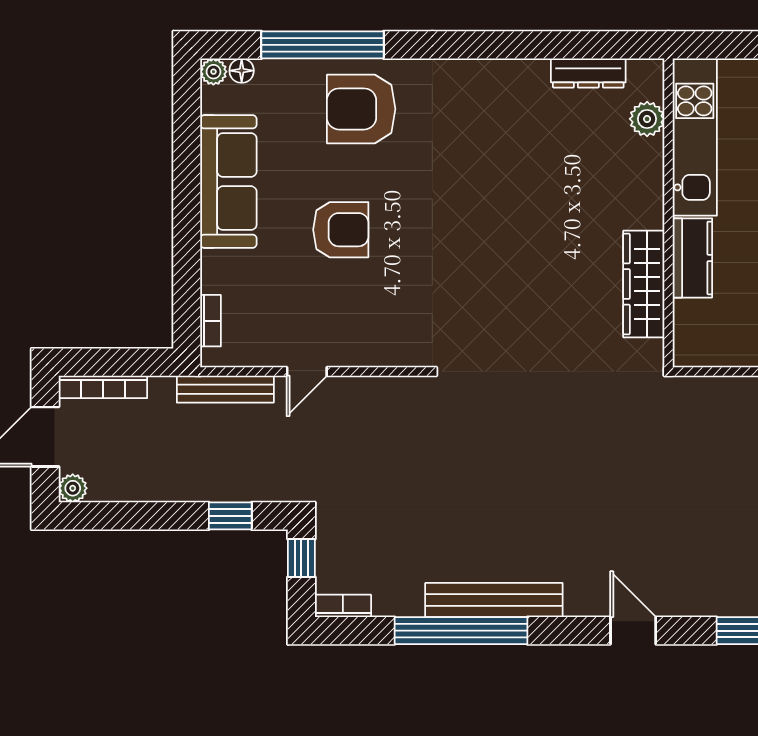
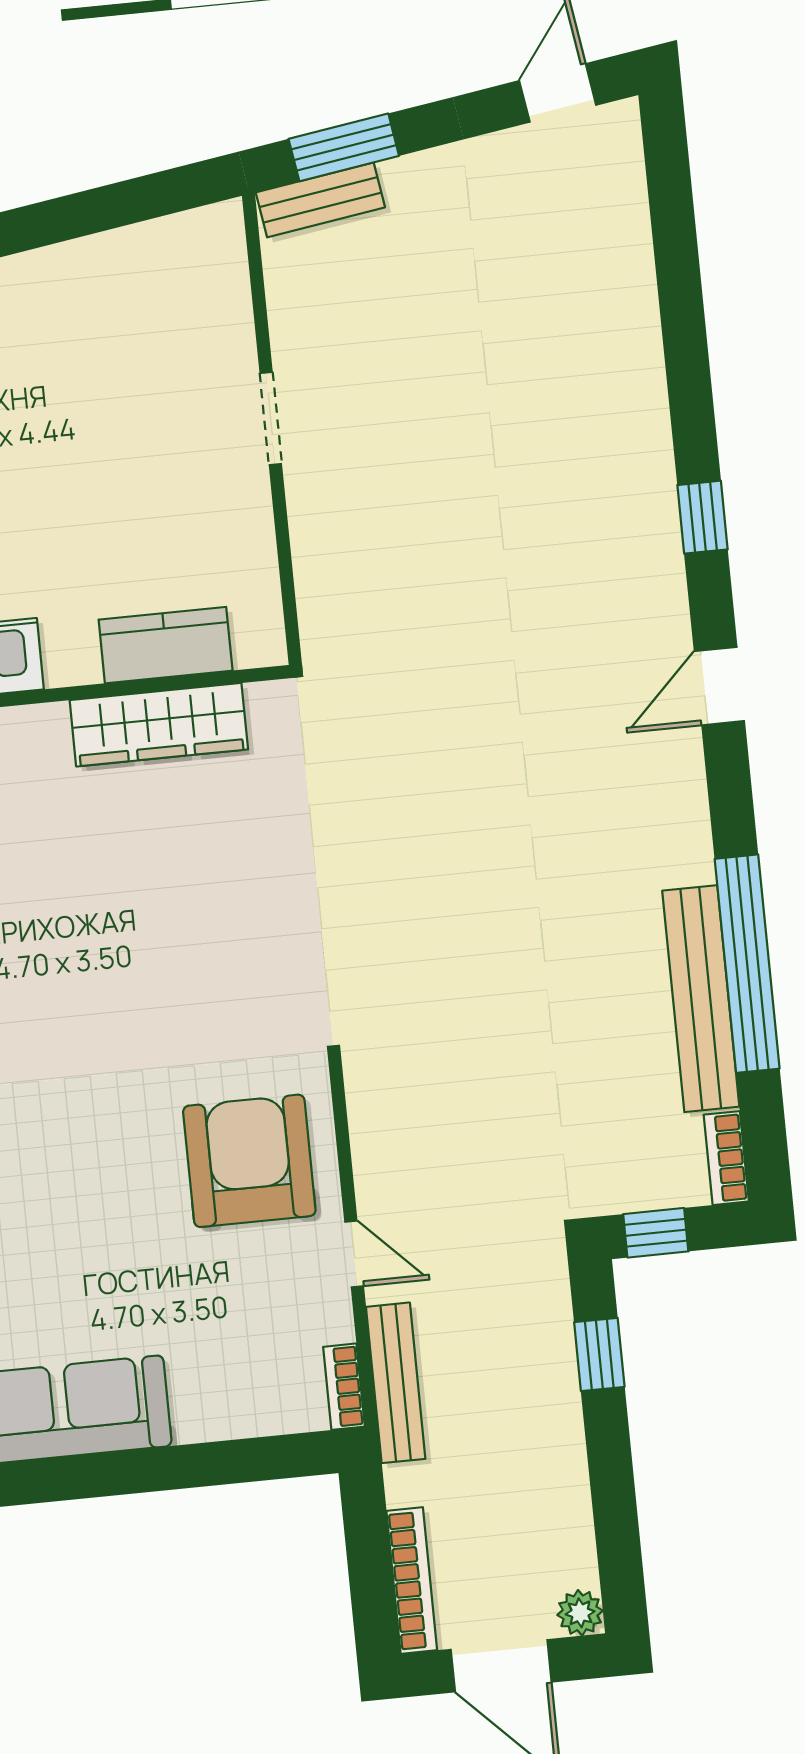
armchair: (341, 230) -> (249, 1161), moved, width x1.36, depth x1.36
kitchen counter: (692, 258) -> (166, 645), moved
bookcase: (211, 321) -> (344, 1387), moved, turned -90
bench: (494, 600) -> (701, 999), moved

